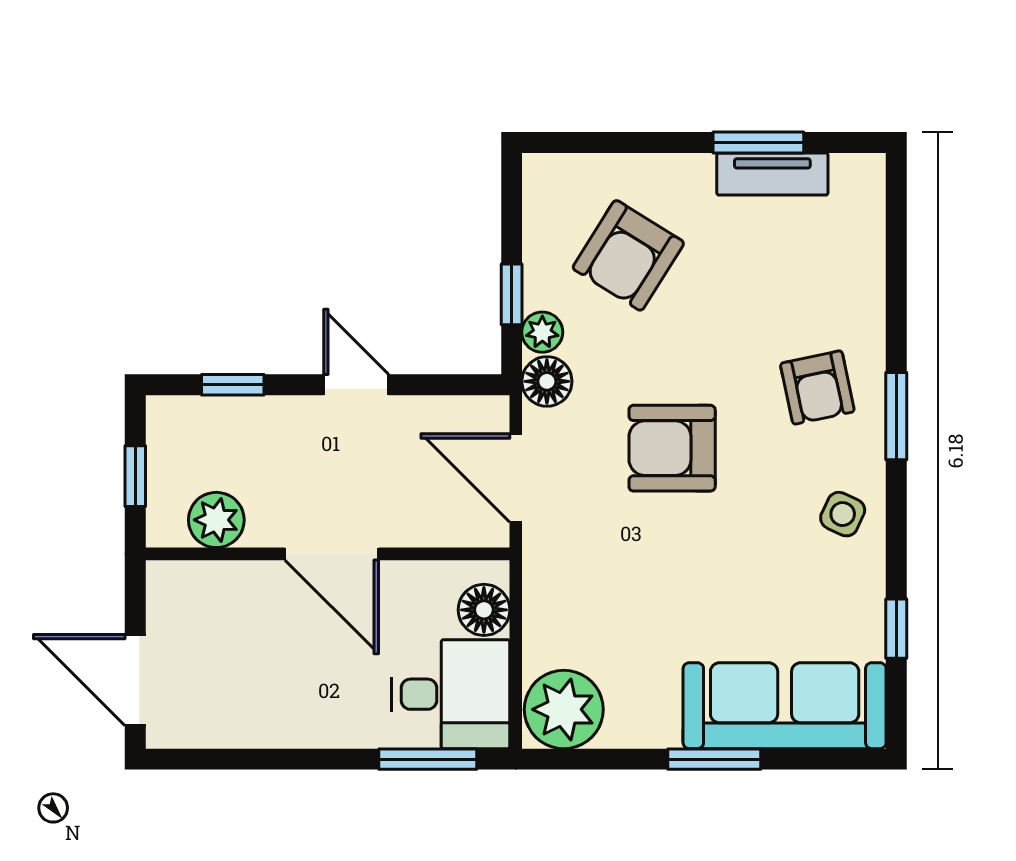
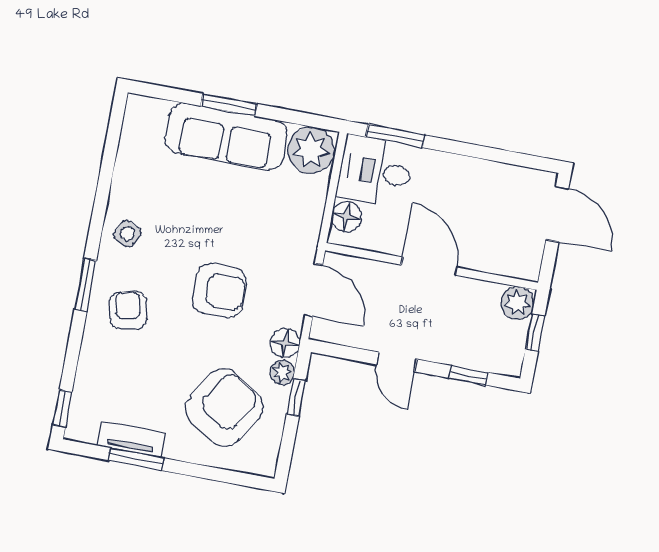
armchair: (628, 255) -> (224, 408), width x1.36, depth x1.36
plant: (216, 520) -> (518, 303), moved
window: (896, 629) -> (62, 408), moved
sofa: (785, 706) -> (226, 137), moved

